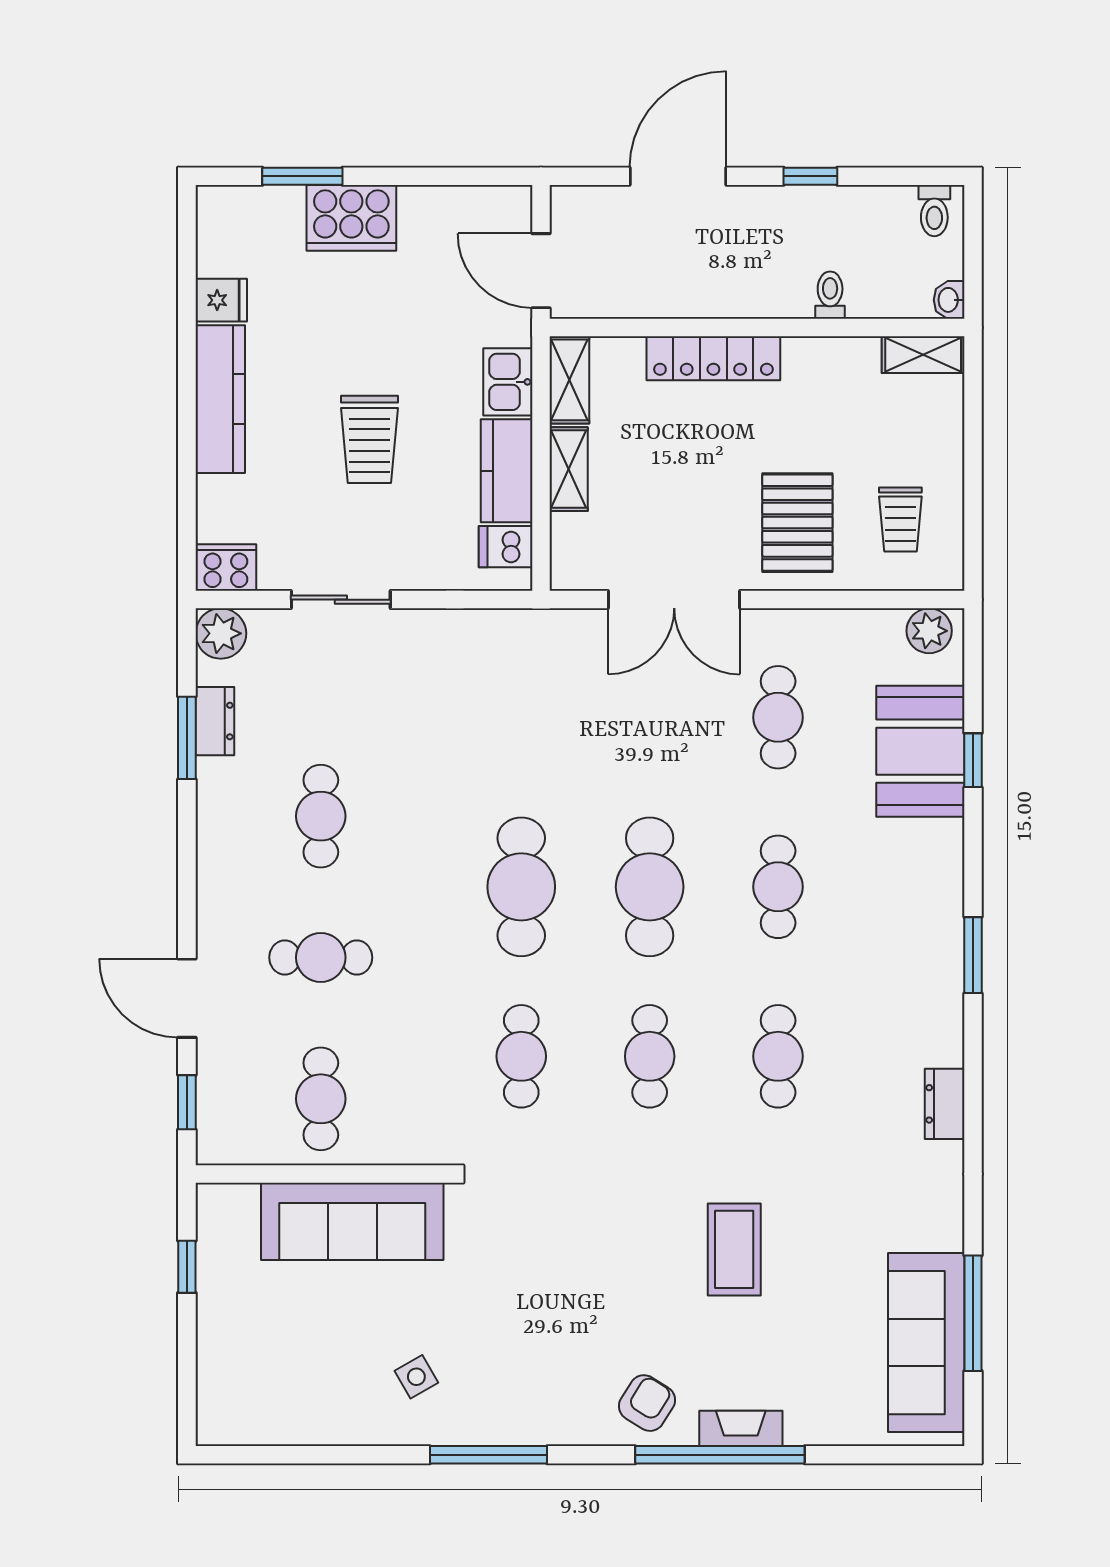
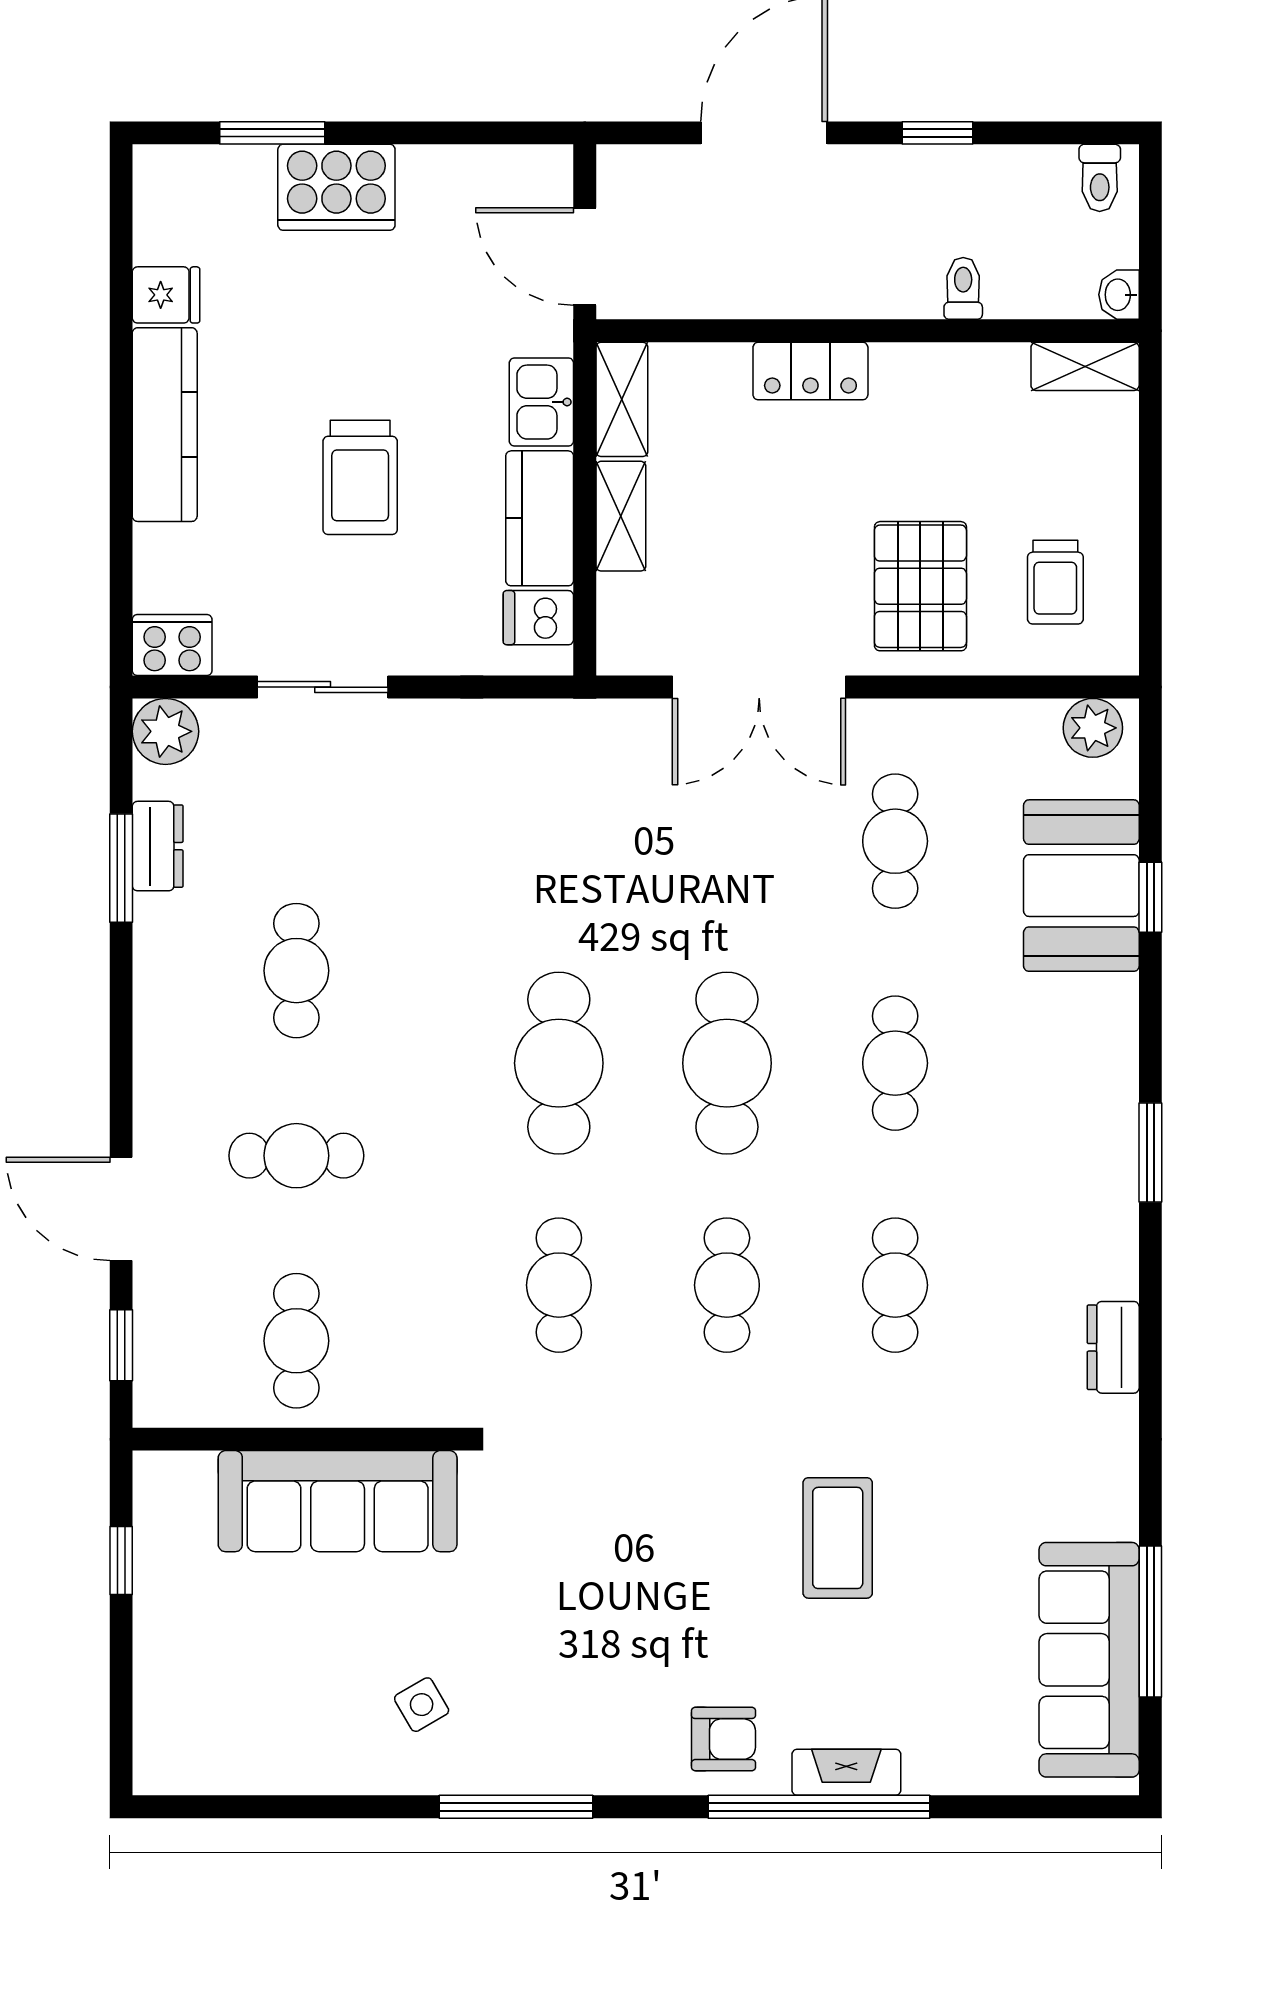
locker: (713, 358) -> (810, 371), width x0.66
armchair: (647, 1403) -> (724, 1739), turned 58

